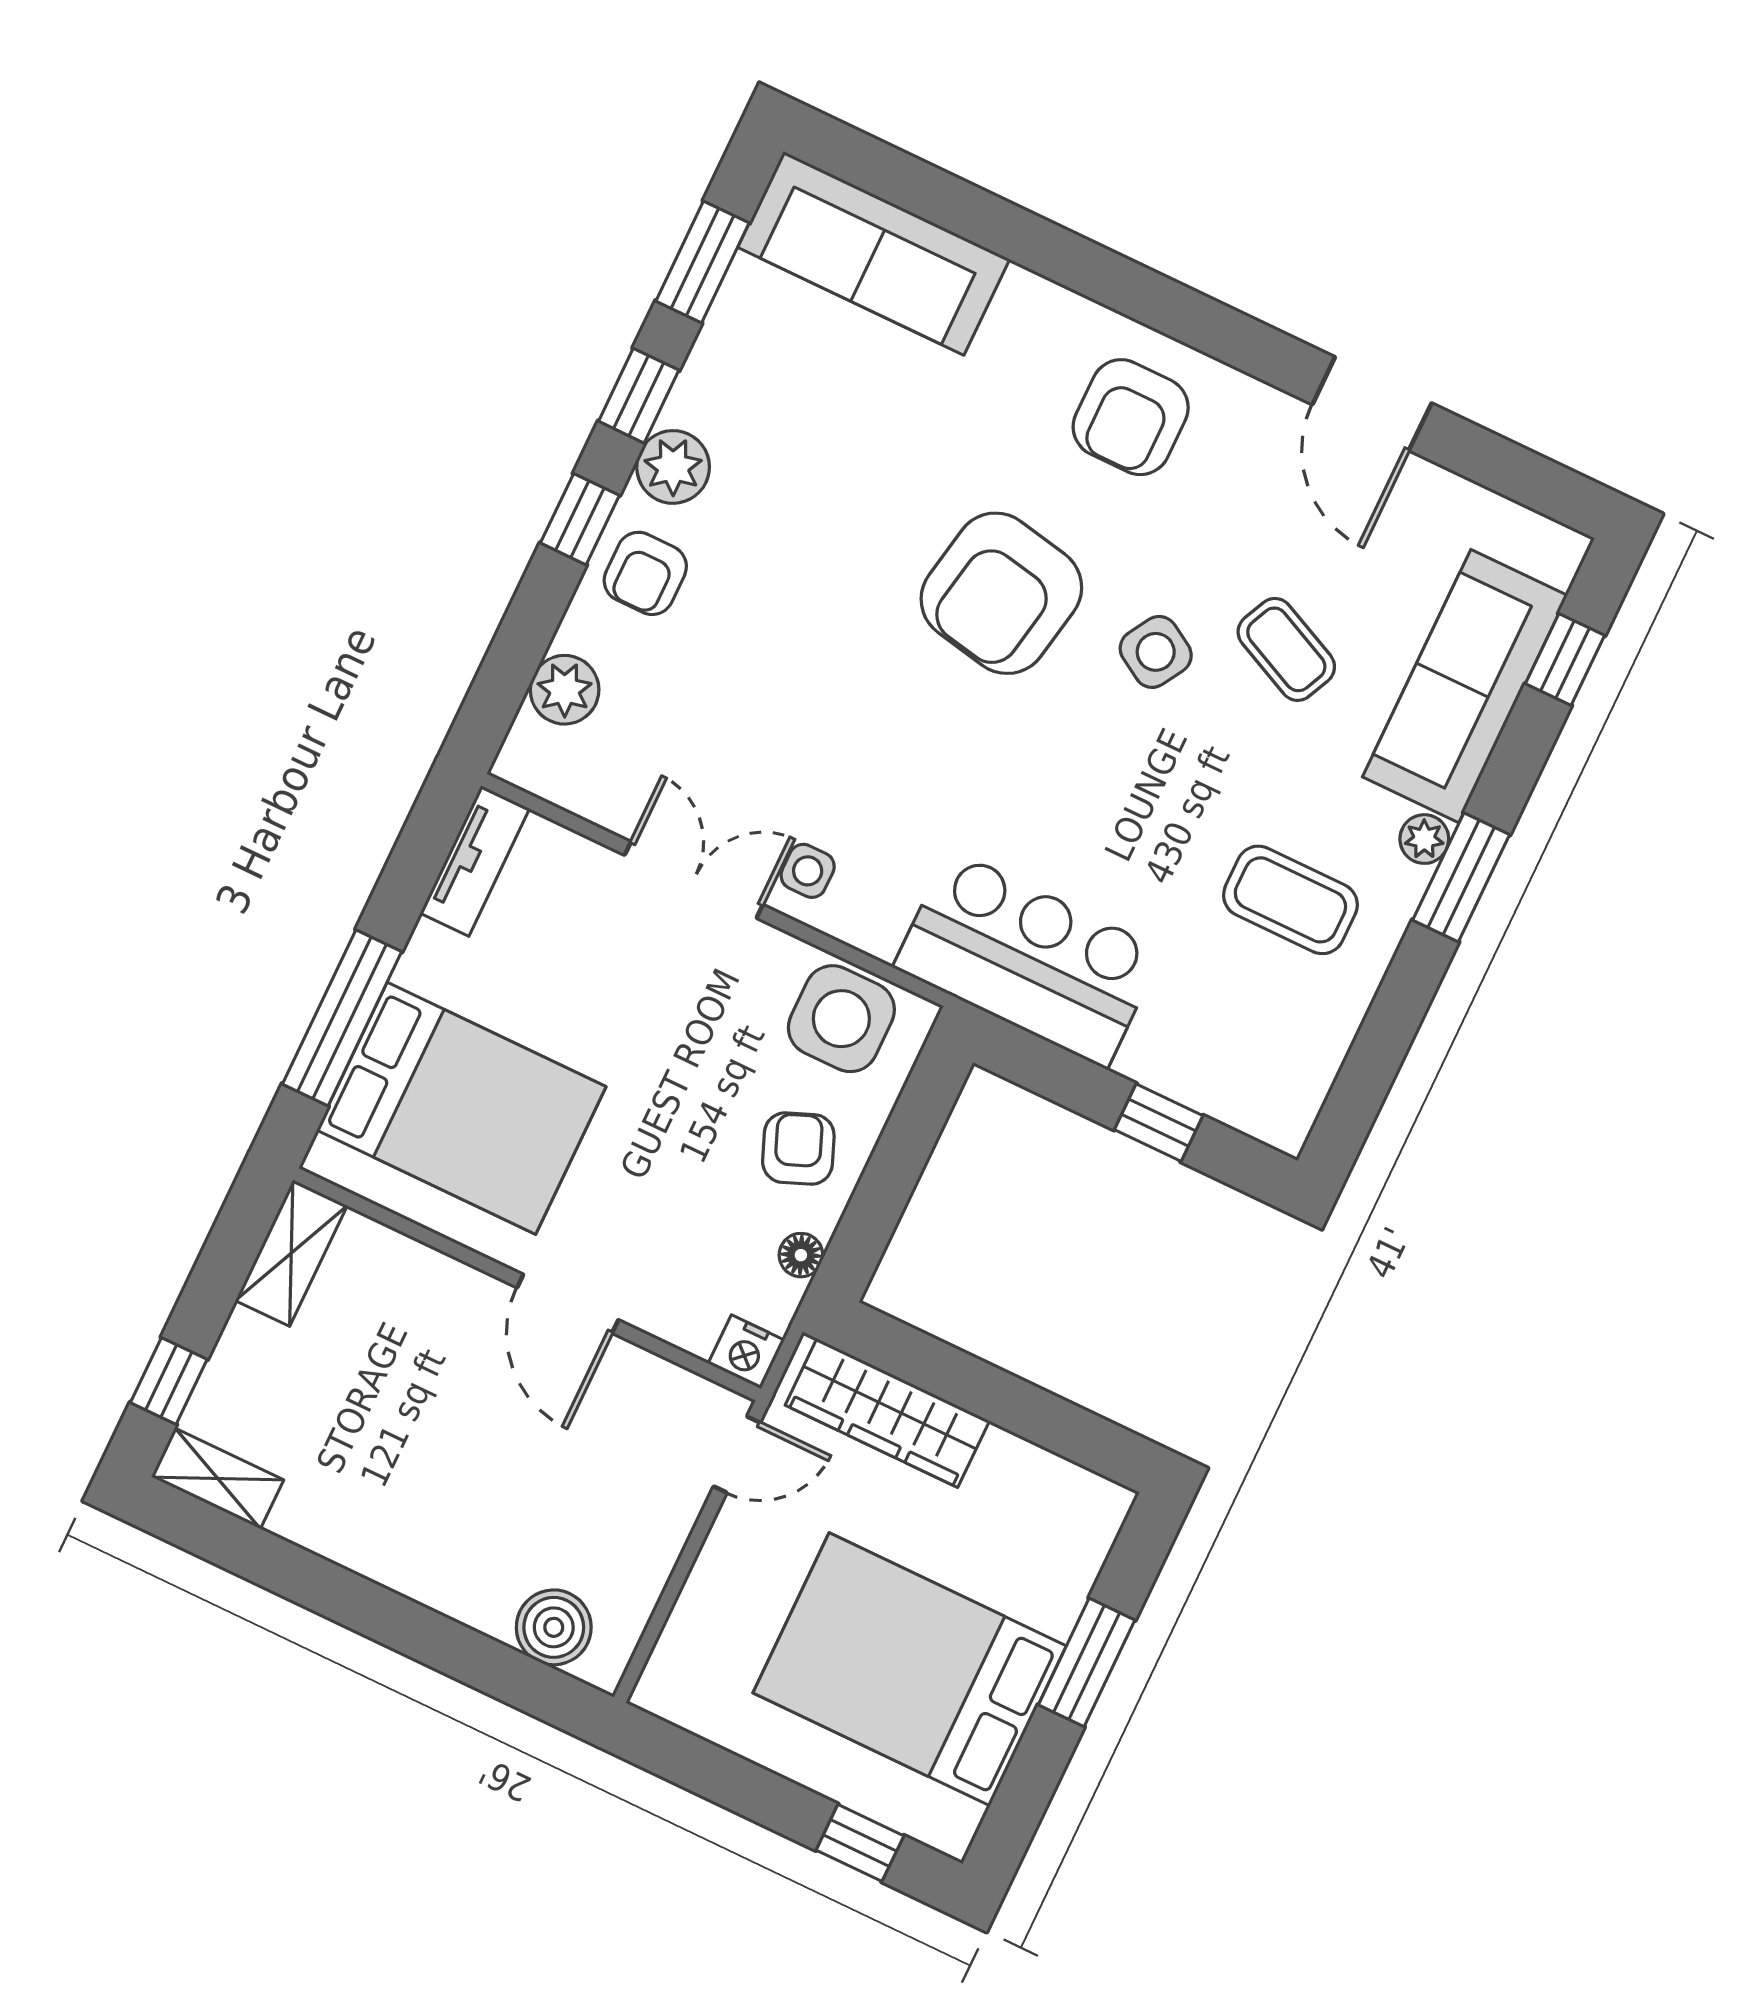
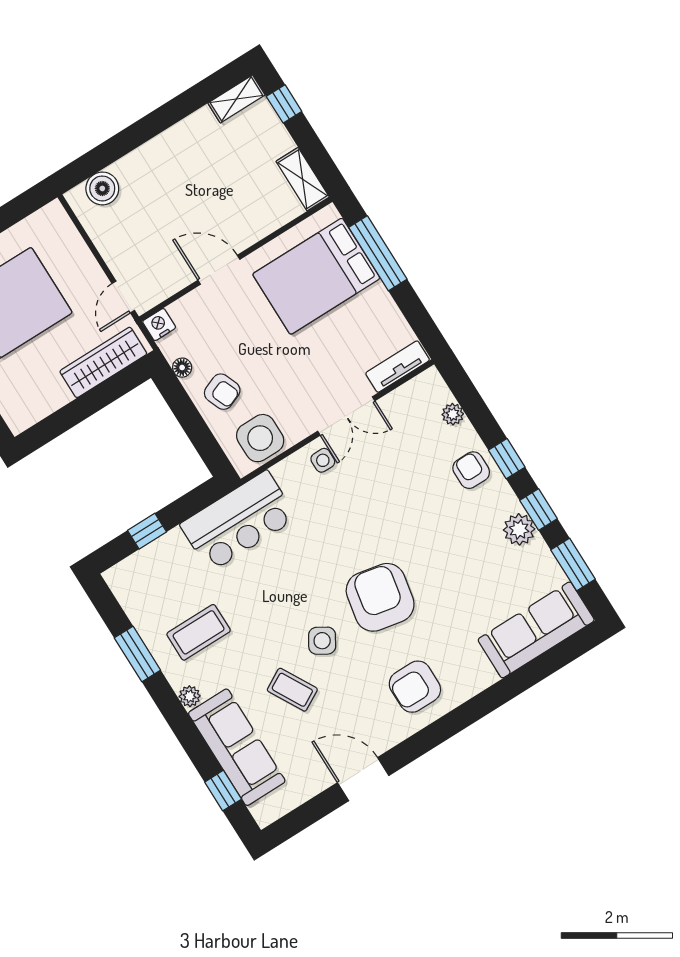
armchair: (1131, 417) -> (415, 687), turned -90
plant: (673, 467) -> (519, 529), moved
coffee table: (1286, 649) -> (292, 690), turned 36
plant: (565, 690) -> (453, 414), width x0.73, depth x0.73
tv unit: (475, 861) -> (398, 367), moved, turned 90
window: (1461, 877) -> (137, 654), moved

